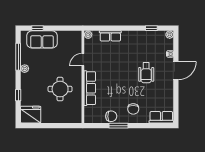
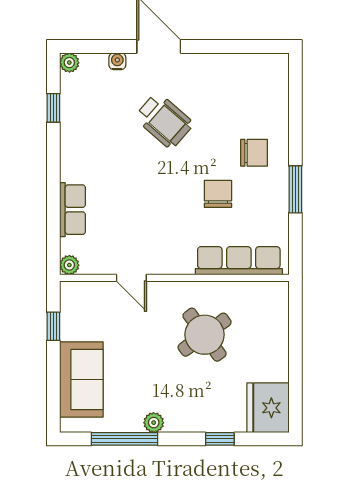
window: (38, 28) -> (53, 326), moved
wheelchair: (146, 73) -> (164, 121), turned 41
row of seats: (90, 88) -> (239, 261), moved
round table: (60, 89) -> (205, 335), turned -36
chair: (111, 116) -> (218, 194), moved
row of seats: (161, 117) -> (275, 83), removed

